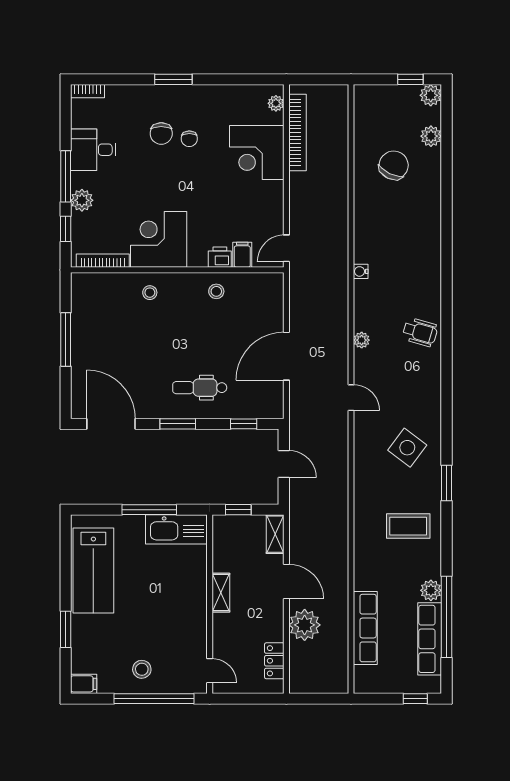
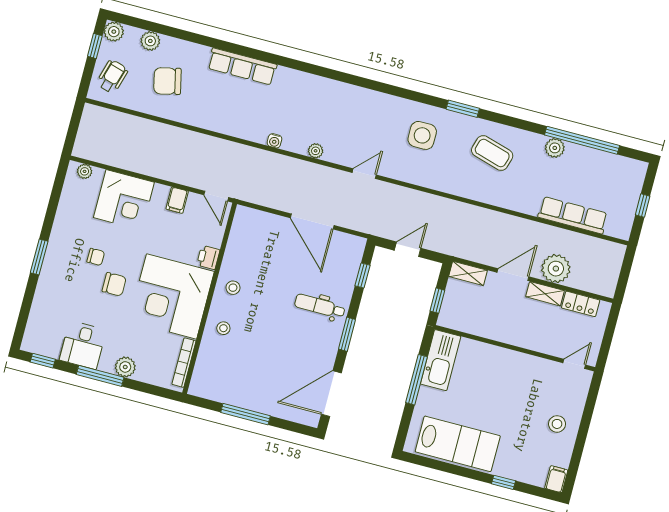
bookcase: (87, 91) -> (29, 336), removed
bookcase: (298, 132) -> (116, 159), removed
chair: (161, 133) -> (114, 284), moved
chair: (394, 165) -> (167, 81), turned -39
window: (66, 229) -> (43, 361), moved
corner desk: (159, 239) -> (172, 296), width x1.36, depth x1.36
filing cabinet: (242, 255) -> (177, 200), moved, turned -90
water cooler: (361, 271) -> (274, 141), moved
stool: (216, 291) -> (233, 288), moved
wheelchair: (420, 332) -> (112, 77), moved
dental chair: (200, 388) -> (320, 306), turned 90
side table: (407, 448) -> (422, 135), turned -37
coffee table: (408, 526) -> (492, 153), turned -74
shelving: (221, 593) -> (545, 294), moved
window: (66, 629) -> (503, 482), width x0.67
row of seats: (430, 639) -> (242, 66), moved
window: (154, 699) -> (586, 420), removed
window: (415, 699) -> (643, 205), moved

